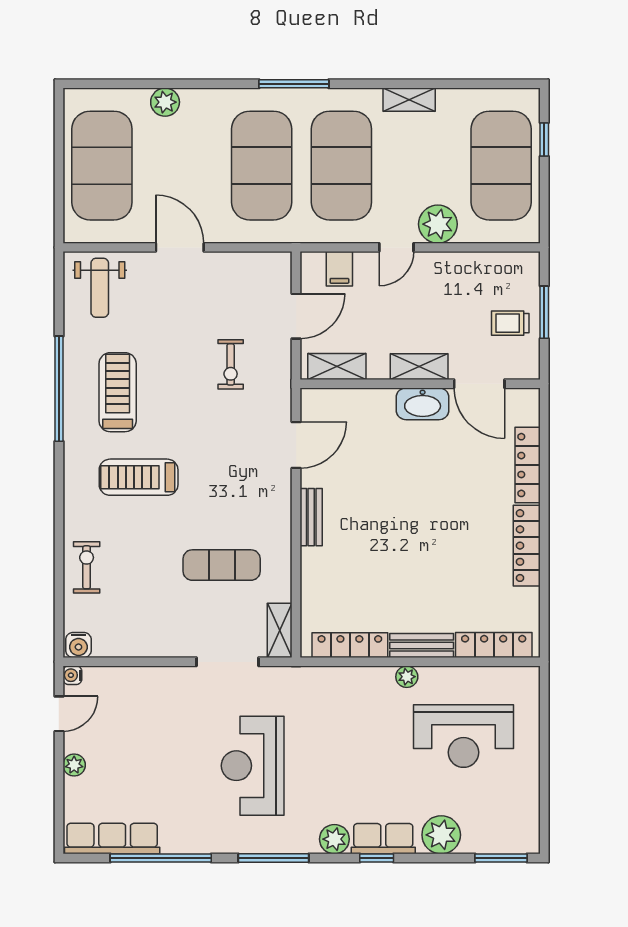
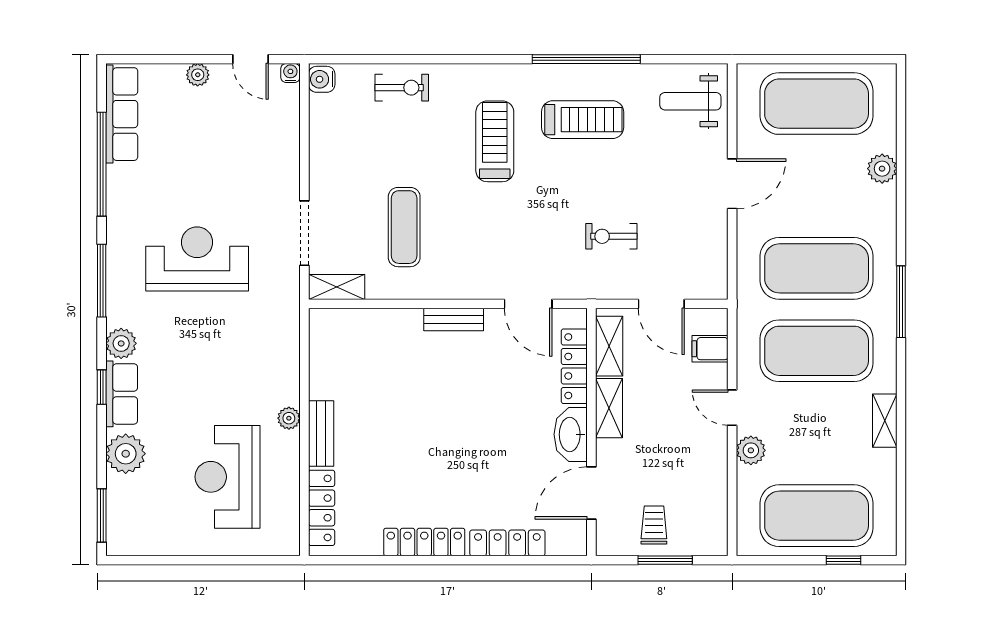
plant: (438, 224) -> (751, 450), width x0.73, depth x0.73
shelving: (419, 367) -> (609, 408), moved
locker: (350, 645) -> (574, 366), moved, turned 180

